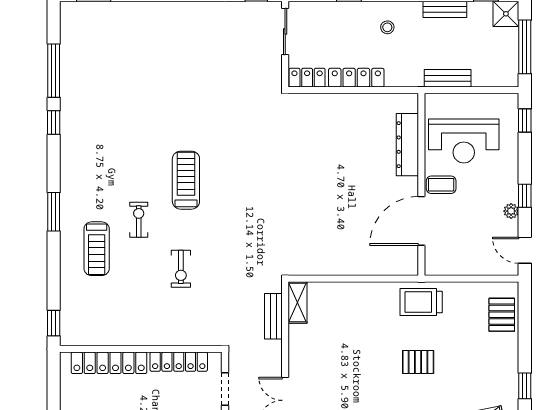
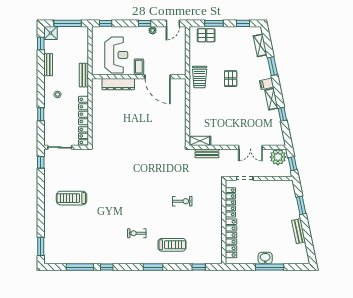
bench: (448, 78) -> (84, 75), moved
treadmill: (186, 180) -> (72, 198), moved
exercise bike: (139, 220) -> (137, 233), moved
window: (54, 323) -> (199, 267), moved
window: (525, 330) -> (214, 23), added

